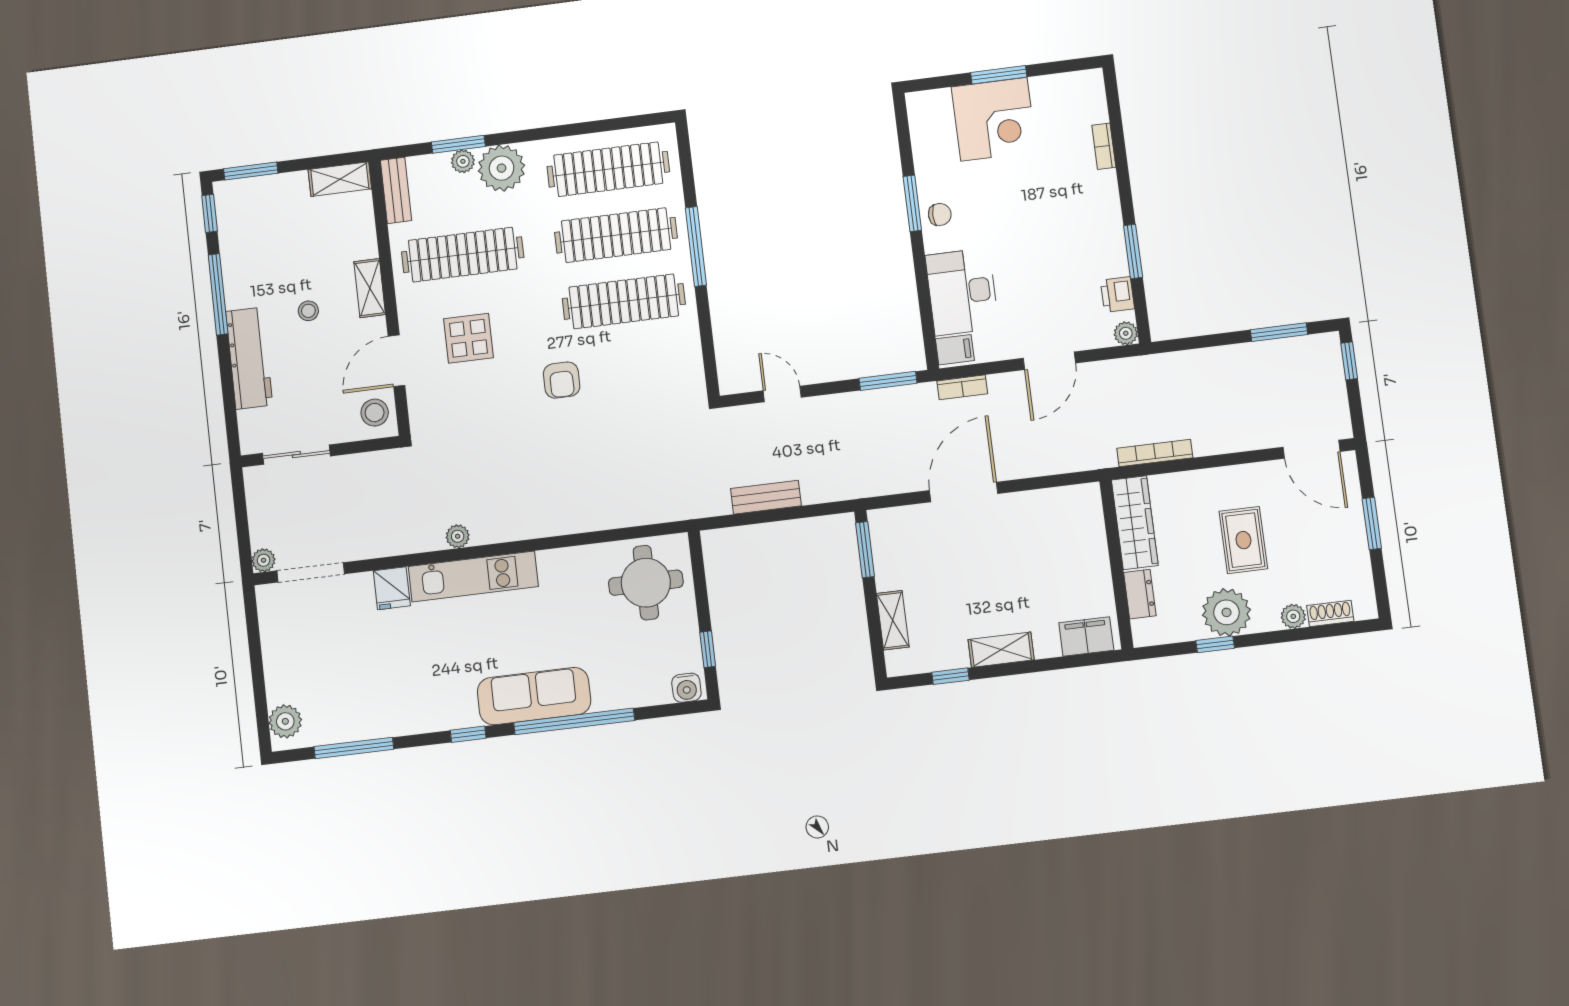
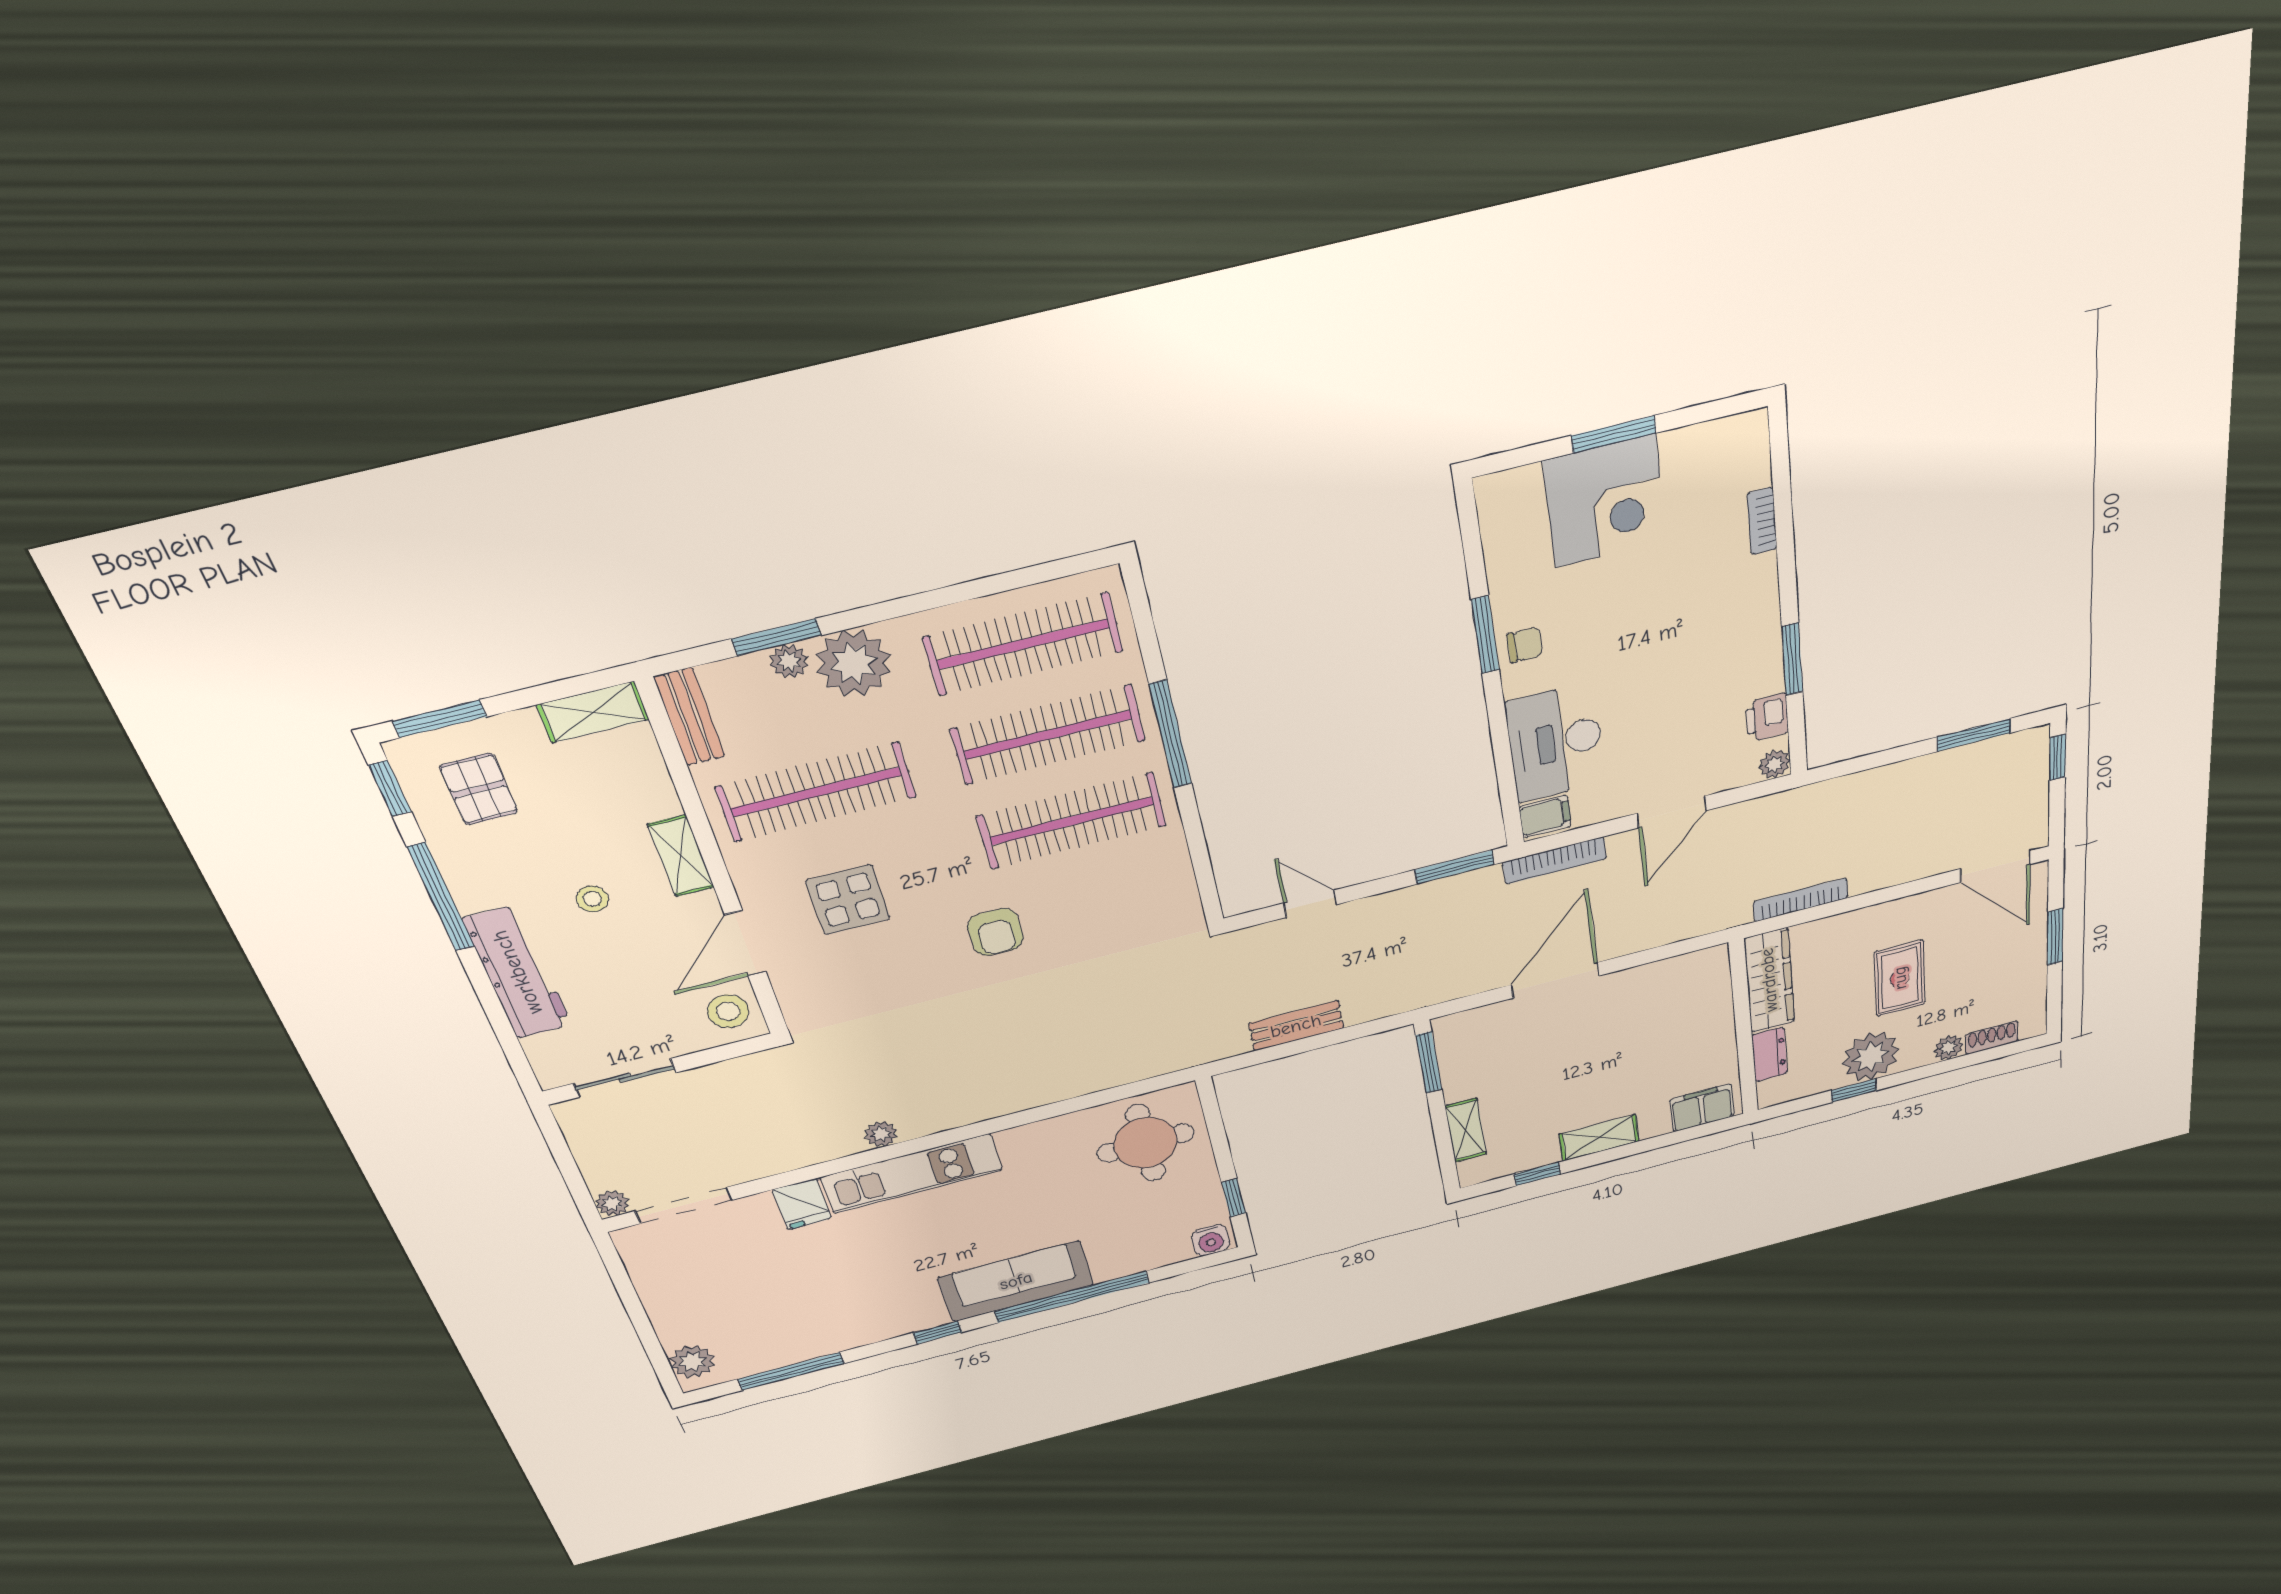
pallet: (260, 222) -> (479, 789), added
bookcase: (962, 387) -> (1555, 860), width x1.56

